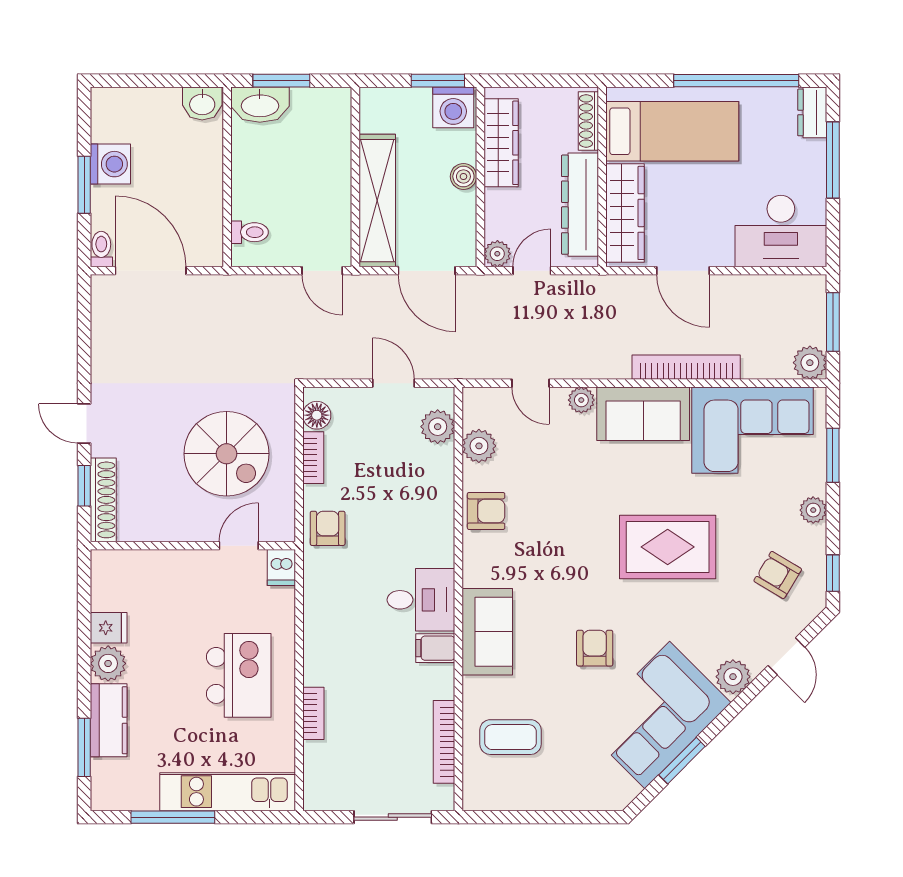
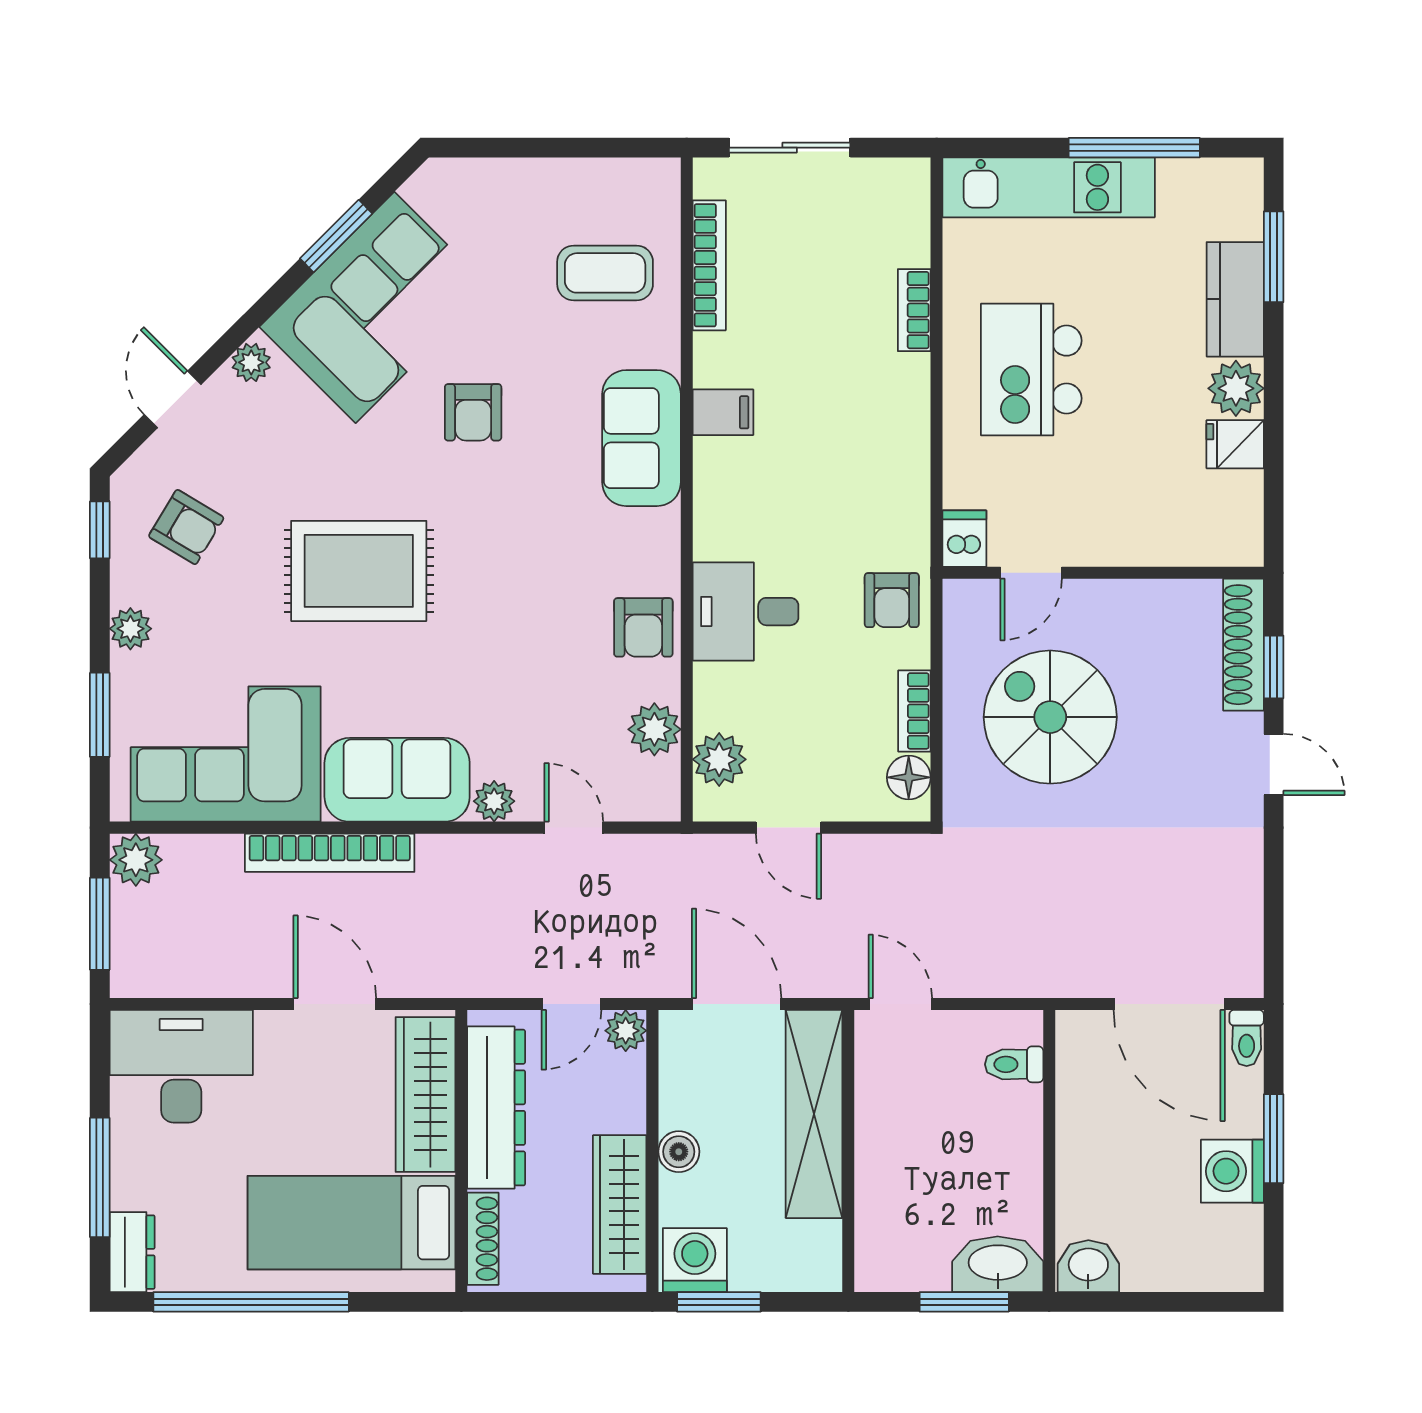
armchair: (486, 511) -> (643, 627), turned -90
desk: (421, 600) -> (745, 612), moved
plant: (733, 677) -> (251, 362), width x0.73, depth x0.73

